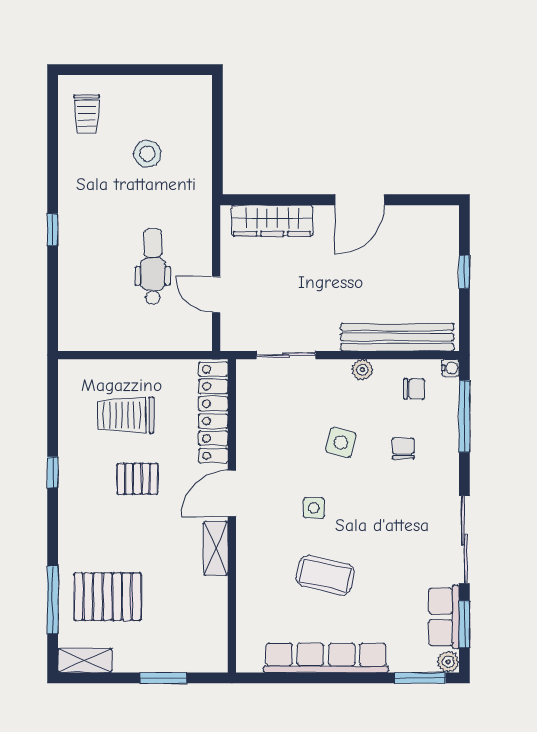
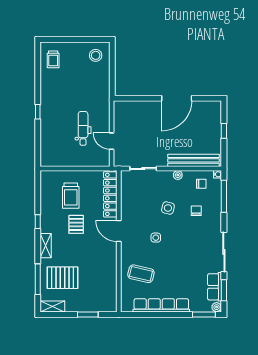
stool: (147, 154) -> (96, 55), moved
door: (360, 200) -> (177, 98), width x1.36
wardrobe: (272, 221) -> (137, 108), removed
trolley: (126, 415) -> (71, 196), turned -90
pallet: (137, 479) -> (76, 224), turned 90
door: (232, 493) -> (119, 231), hinge flipped
shelving: (216, 548) -> (46, 246), moved
coffee table: (325, 575) -> (141, 274), moved

